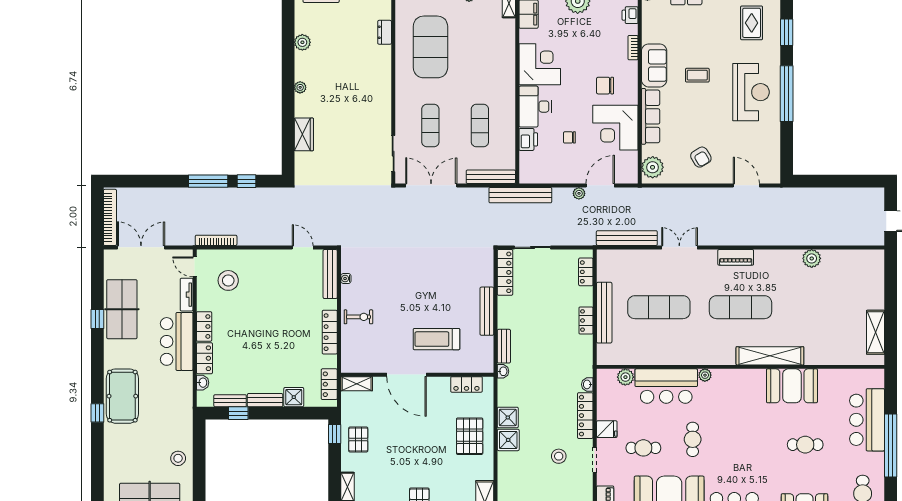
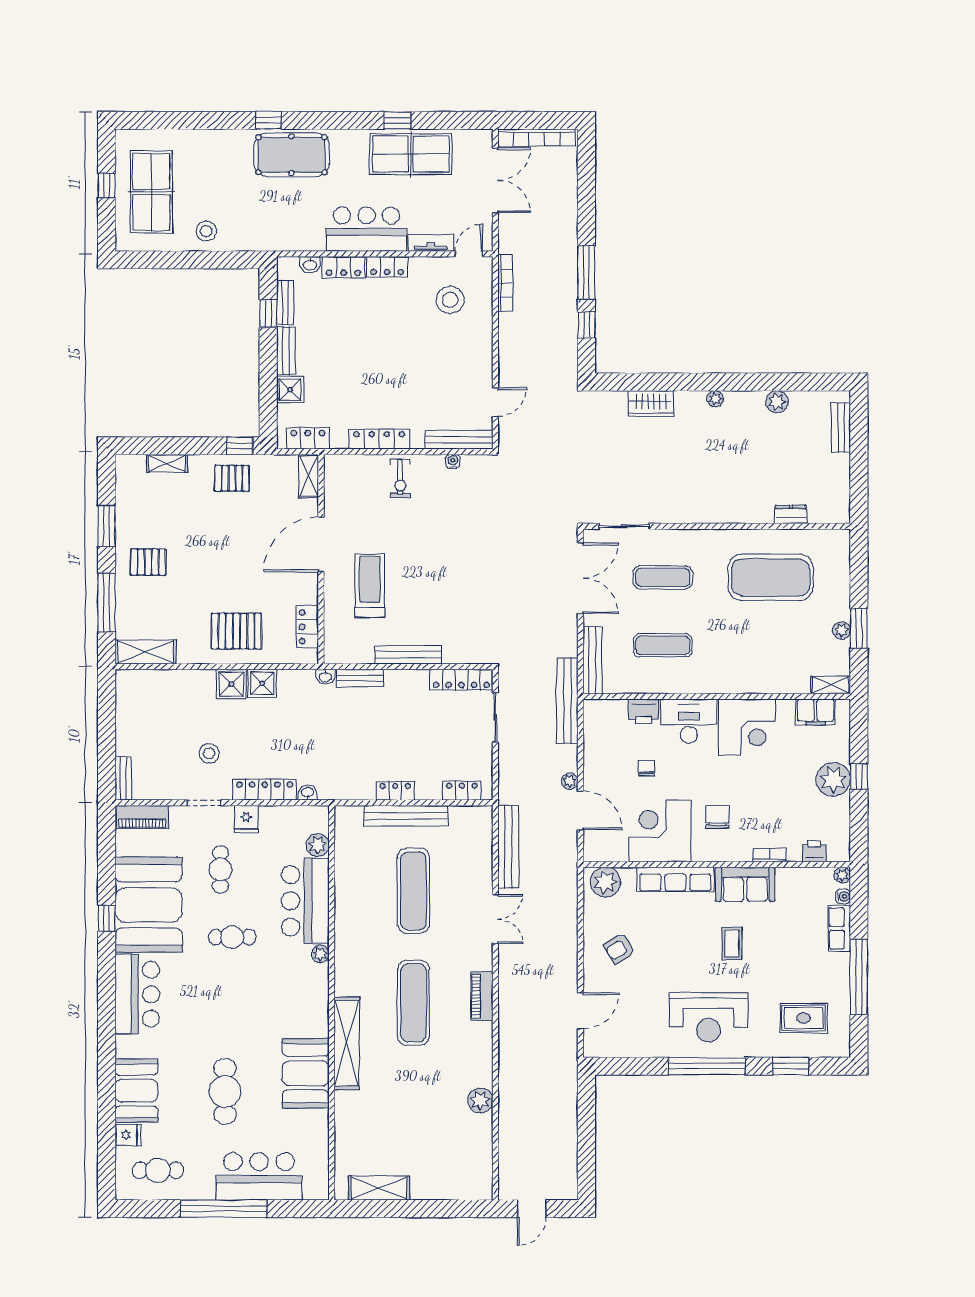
cafe table: (805, 445) -> (225, 1092), width x1.37, depth x1.35

